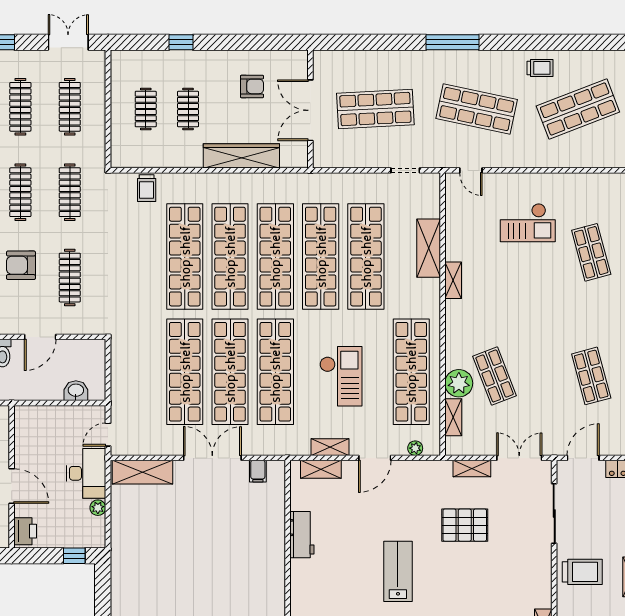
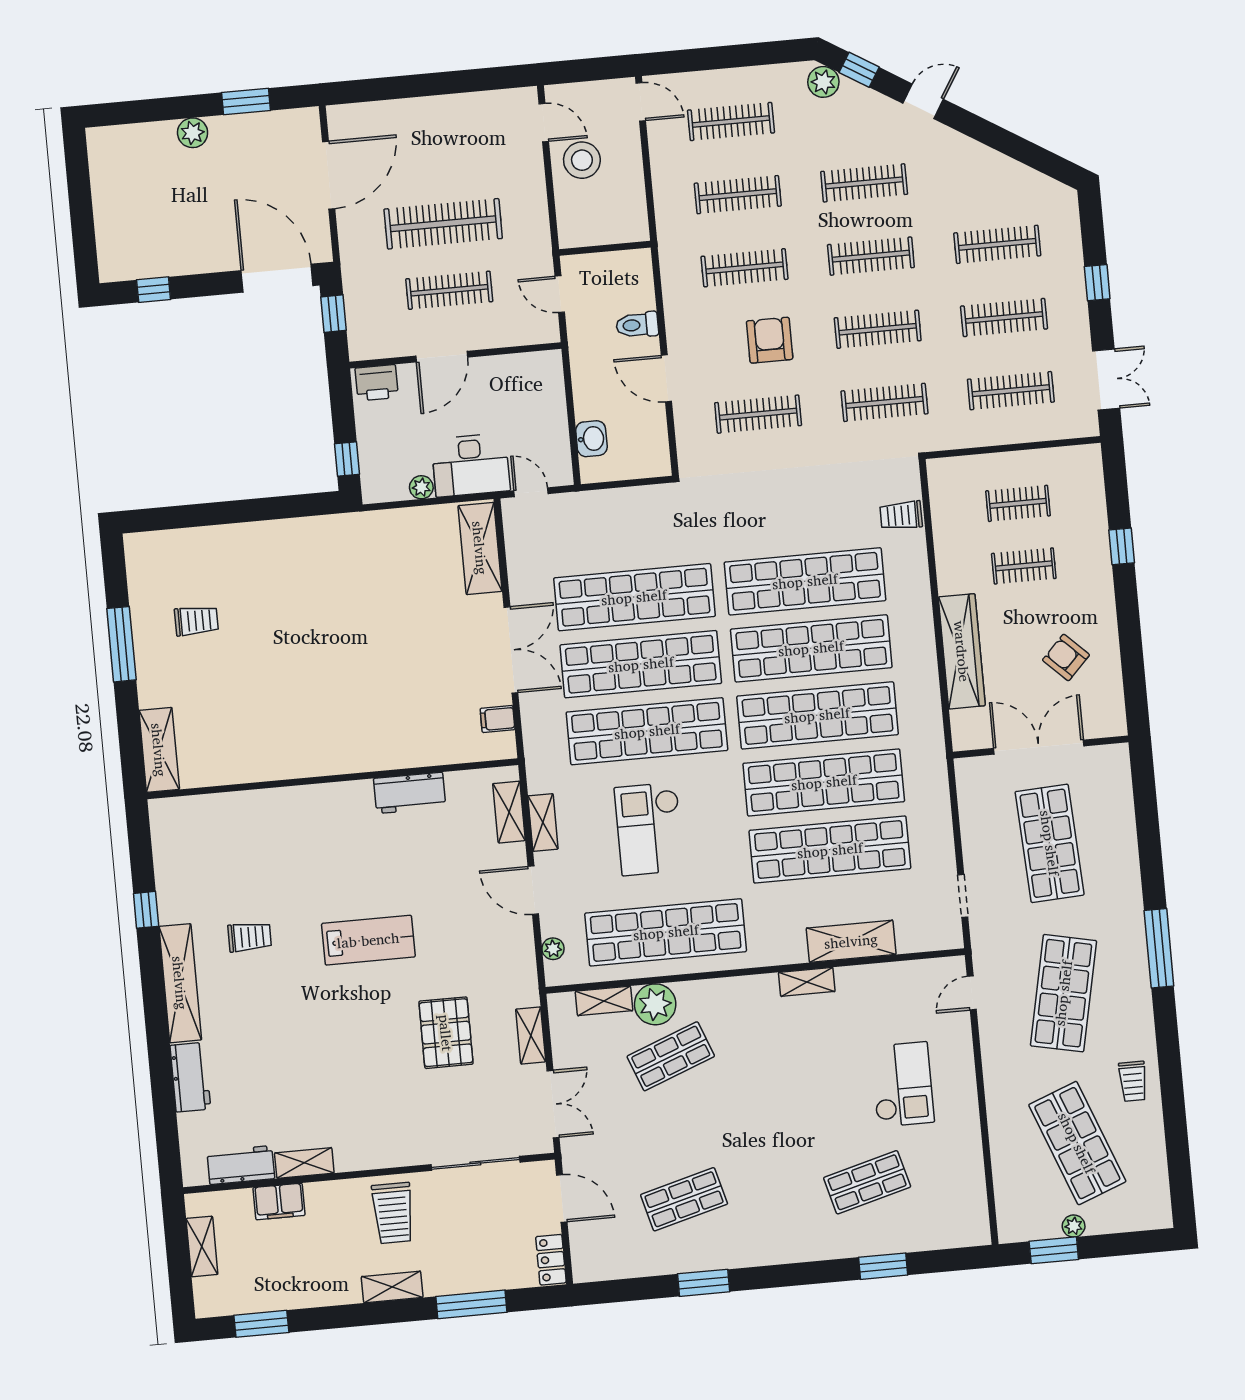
armchair: (252, 86) -> (1066, 657), turned 134
checkout: (528, 223) -> (902, 1084), turned 180
checkout: (341, 376) -> (649, 829), turned 90

